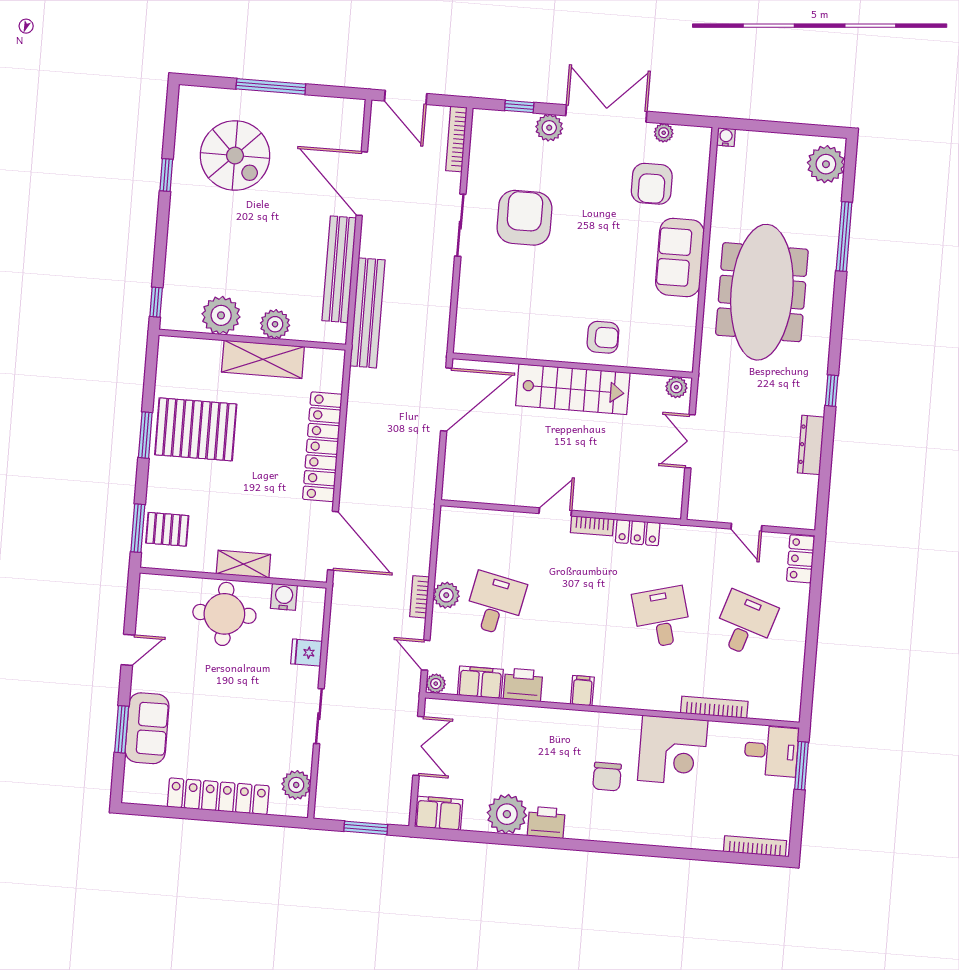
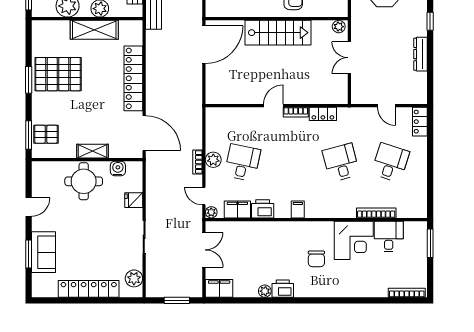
desk: (771, 751) -> (389, 236), moved, turned -90
plant: (507, 814) -> (265, 291), width x0.53, depth x0.53

